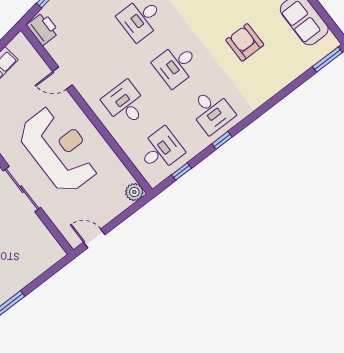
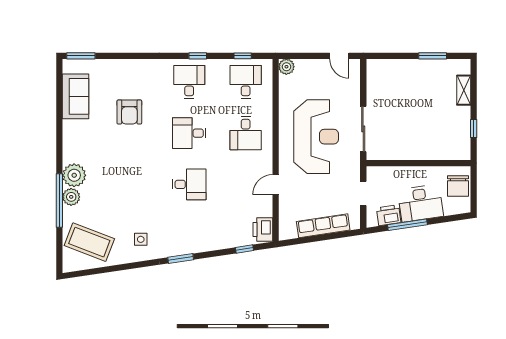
desk: (176, 65) -> (189, 133), turned 180
door: (63, 78) -> (276, 185), swing flipped
reception desk: (59, 149) -> (316, 137), turned 180
desk: (161, 150) -> (246, 82), turned 90

